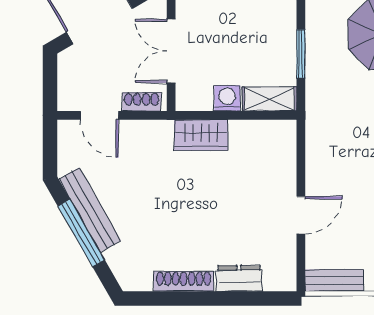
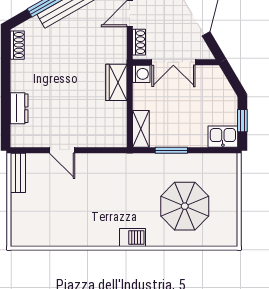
double door: (171, 51) -> (173, 62), swing flipped
washing machine: (227, 98) -> (141, 74), moved
shoe rack: (184, 281) -> (17, 45), moved, width x0.70

